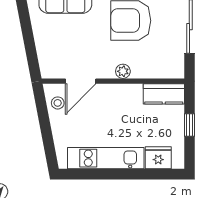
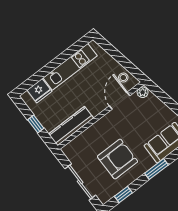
plant: (123, 71) -> (143, 92), moved
kitchen counter: (164, 94) -> (71, 126), width x1.50

